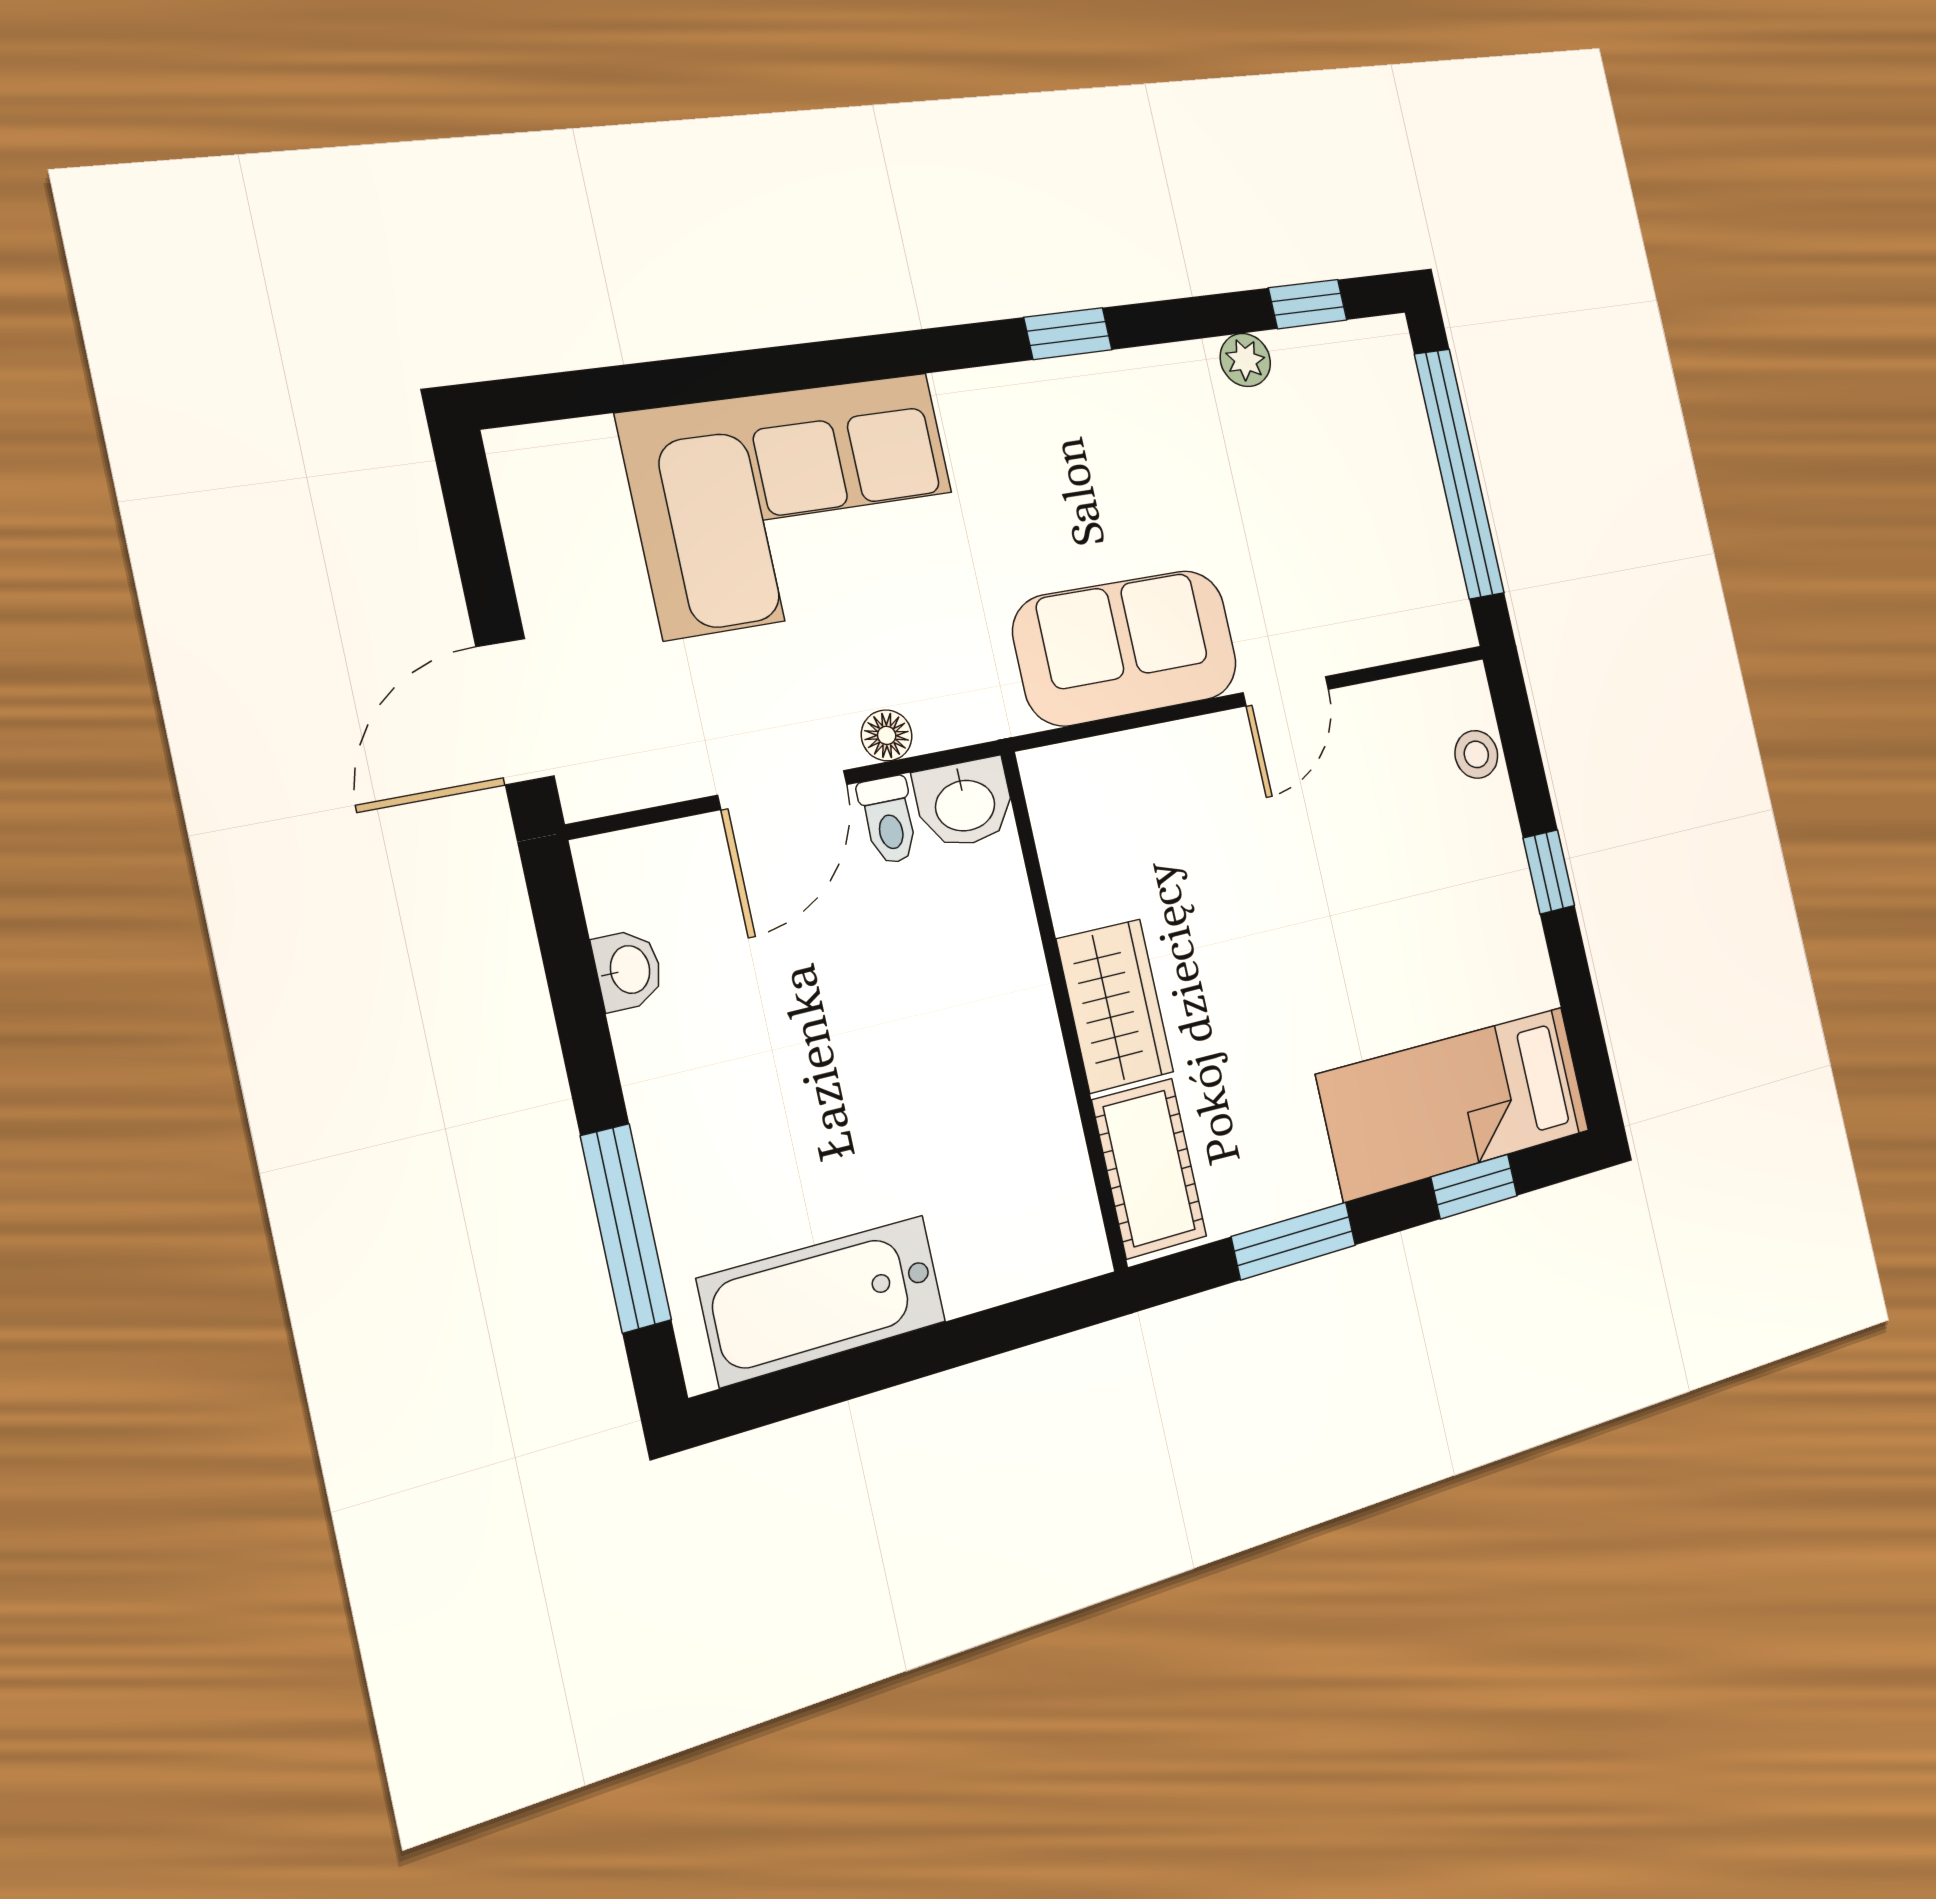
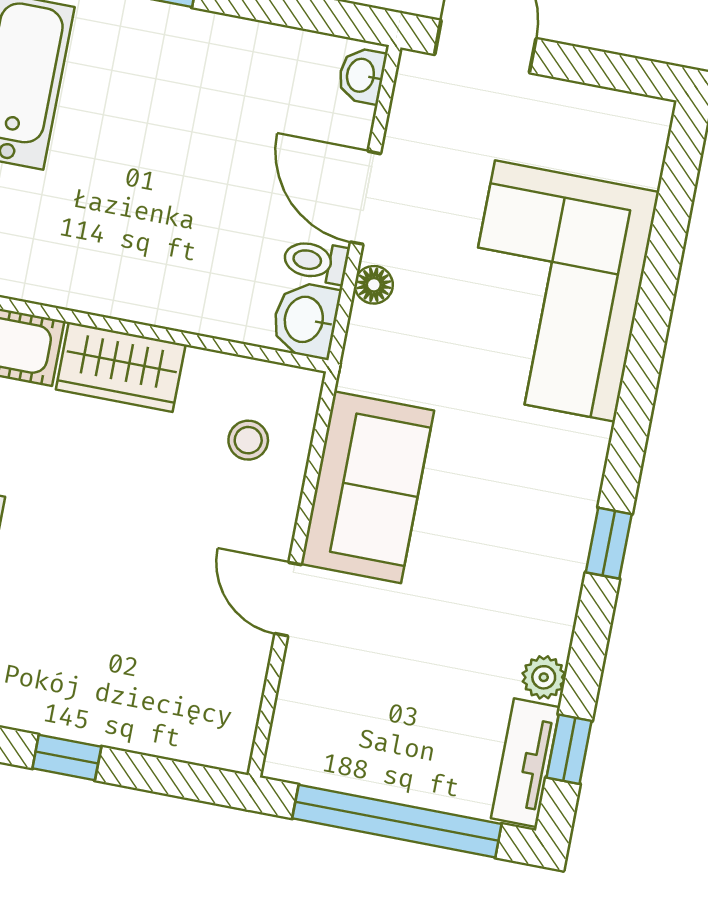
tv unit: (1342, 349) -> (525, 763), added
stool: (1476, 754) -> (248, 440), moved
washbasin: (628, 970) -> (362, 75), moved, turned 90

